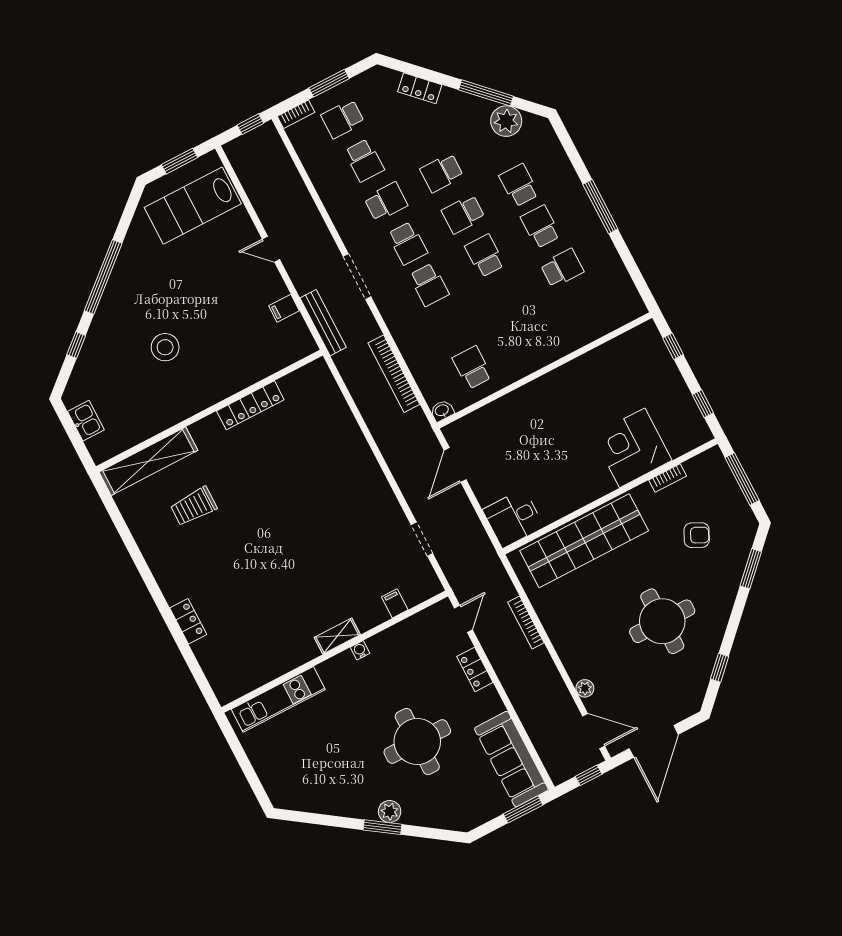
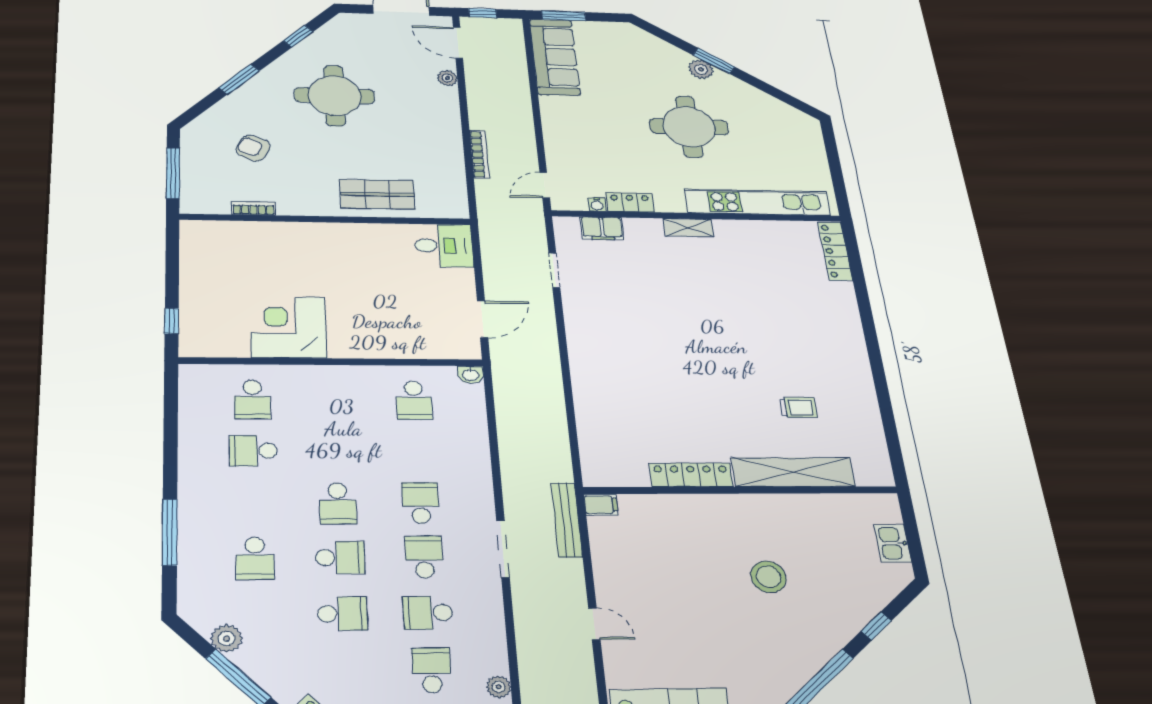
plant: (506, 121) -> (227, 639), width x0.73, depth x0.73
plant: (315, 170) -> (499, 687), added
window: (600, 207) -> (170, 532), moved
school desk: (541, 227) -> (252, 399), moved
filing cabinet: (284, 308) -> (601, 505), moved
bookcase: (394, 374) -> (508, 433), removed
window: (703, 404) -> (172, 255), removed
corner desk: (632, 448) -> (289, 327), moved, turned 180
shelving: (148, 461) -> (793, 472), moved
trolley: (194, 506) -> (798, 407), width x0.73, depth x0.72
shop shelf: (584, 541) -> (377, 194), width x0.50, depth x0.74
window: (751, 569) -> (239, 79), moved
filing cabinet: (395, 603) -> (602, 228), width x2.00
locker: (188, 621) -> (835, 251), moved, width x1.53
water cooler: (360, 650) -> (597, 204), moved
locker: (475, 669) -> (630, 202), moved, turned -90
kitchen unit: (278, 699) -> (757, 202), width x1.36
round table: (417, 742) -> (689, 127), moved

